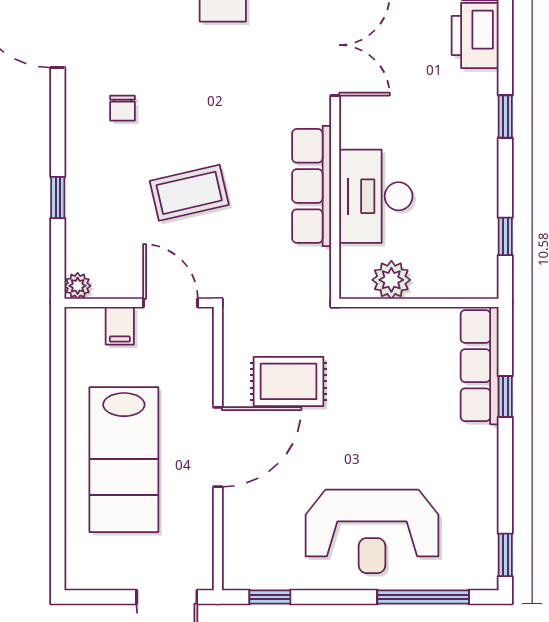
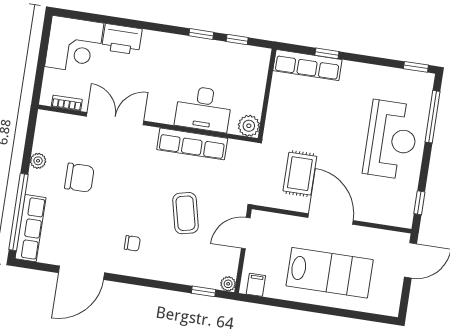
window: (505, 116) -> (201, 34), moved
window: (58, 198) -> (203, 291), moved
plant: (391, 280) -> (249, 126), moved
filing cabinet: (120, 326) -> (256, 285), moved, turned -90

